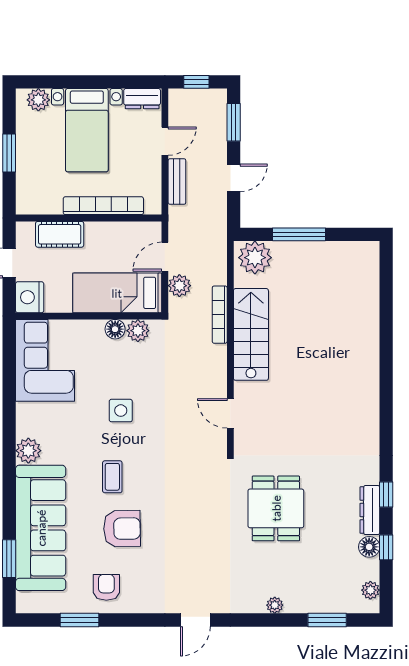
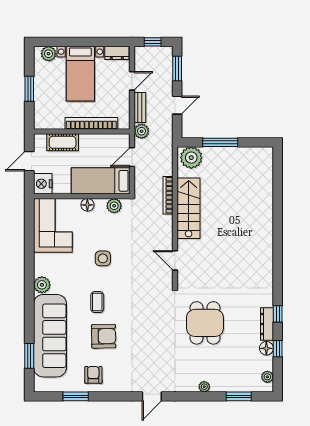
plant: (179, 286) -> (142, 131), moved
floor lamp: (115, 329) -> (87, 205), moved

